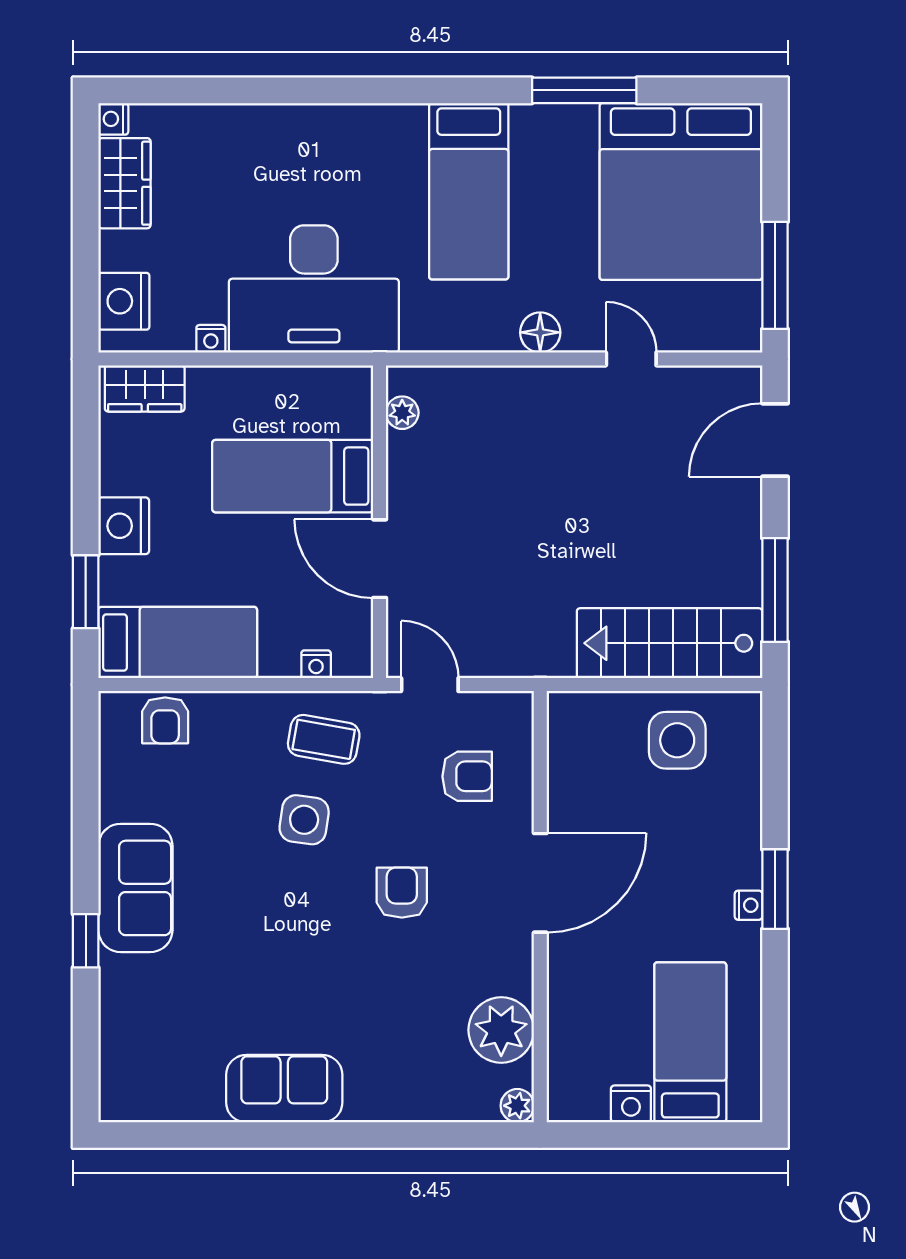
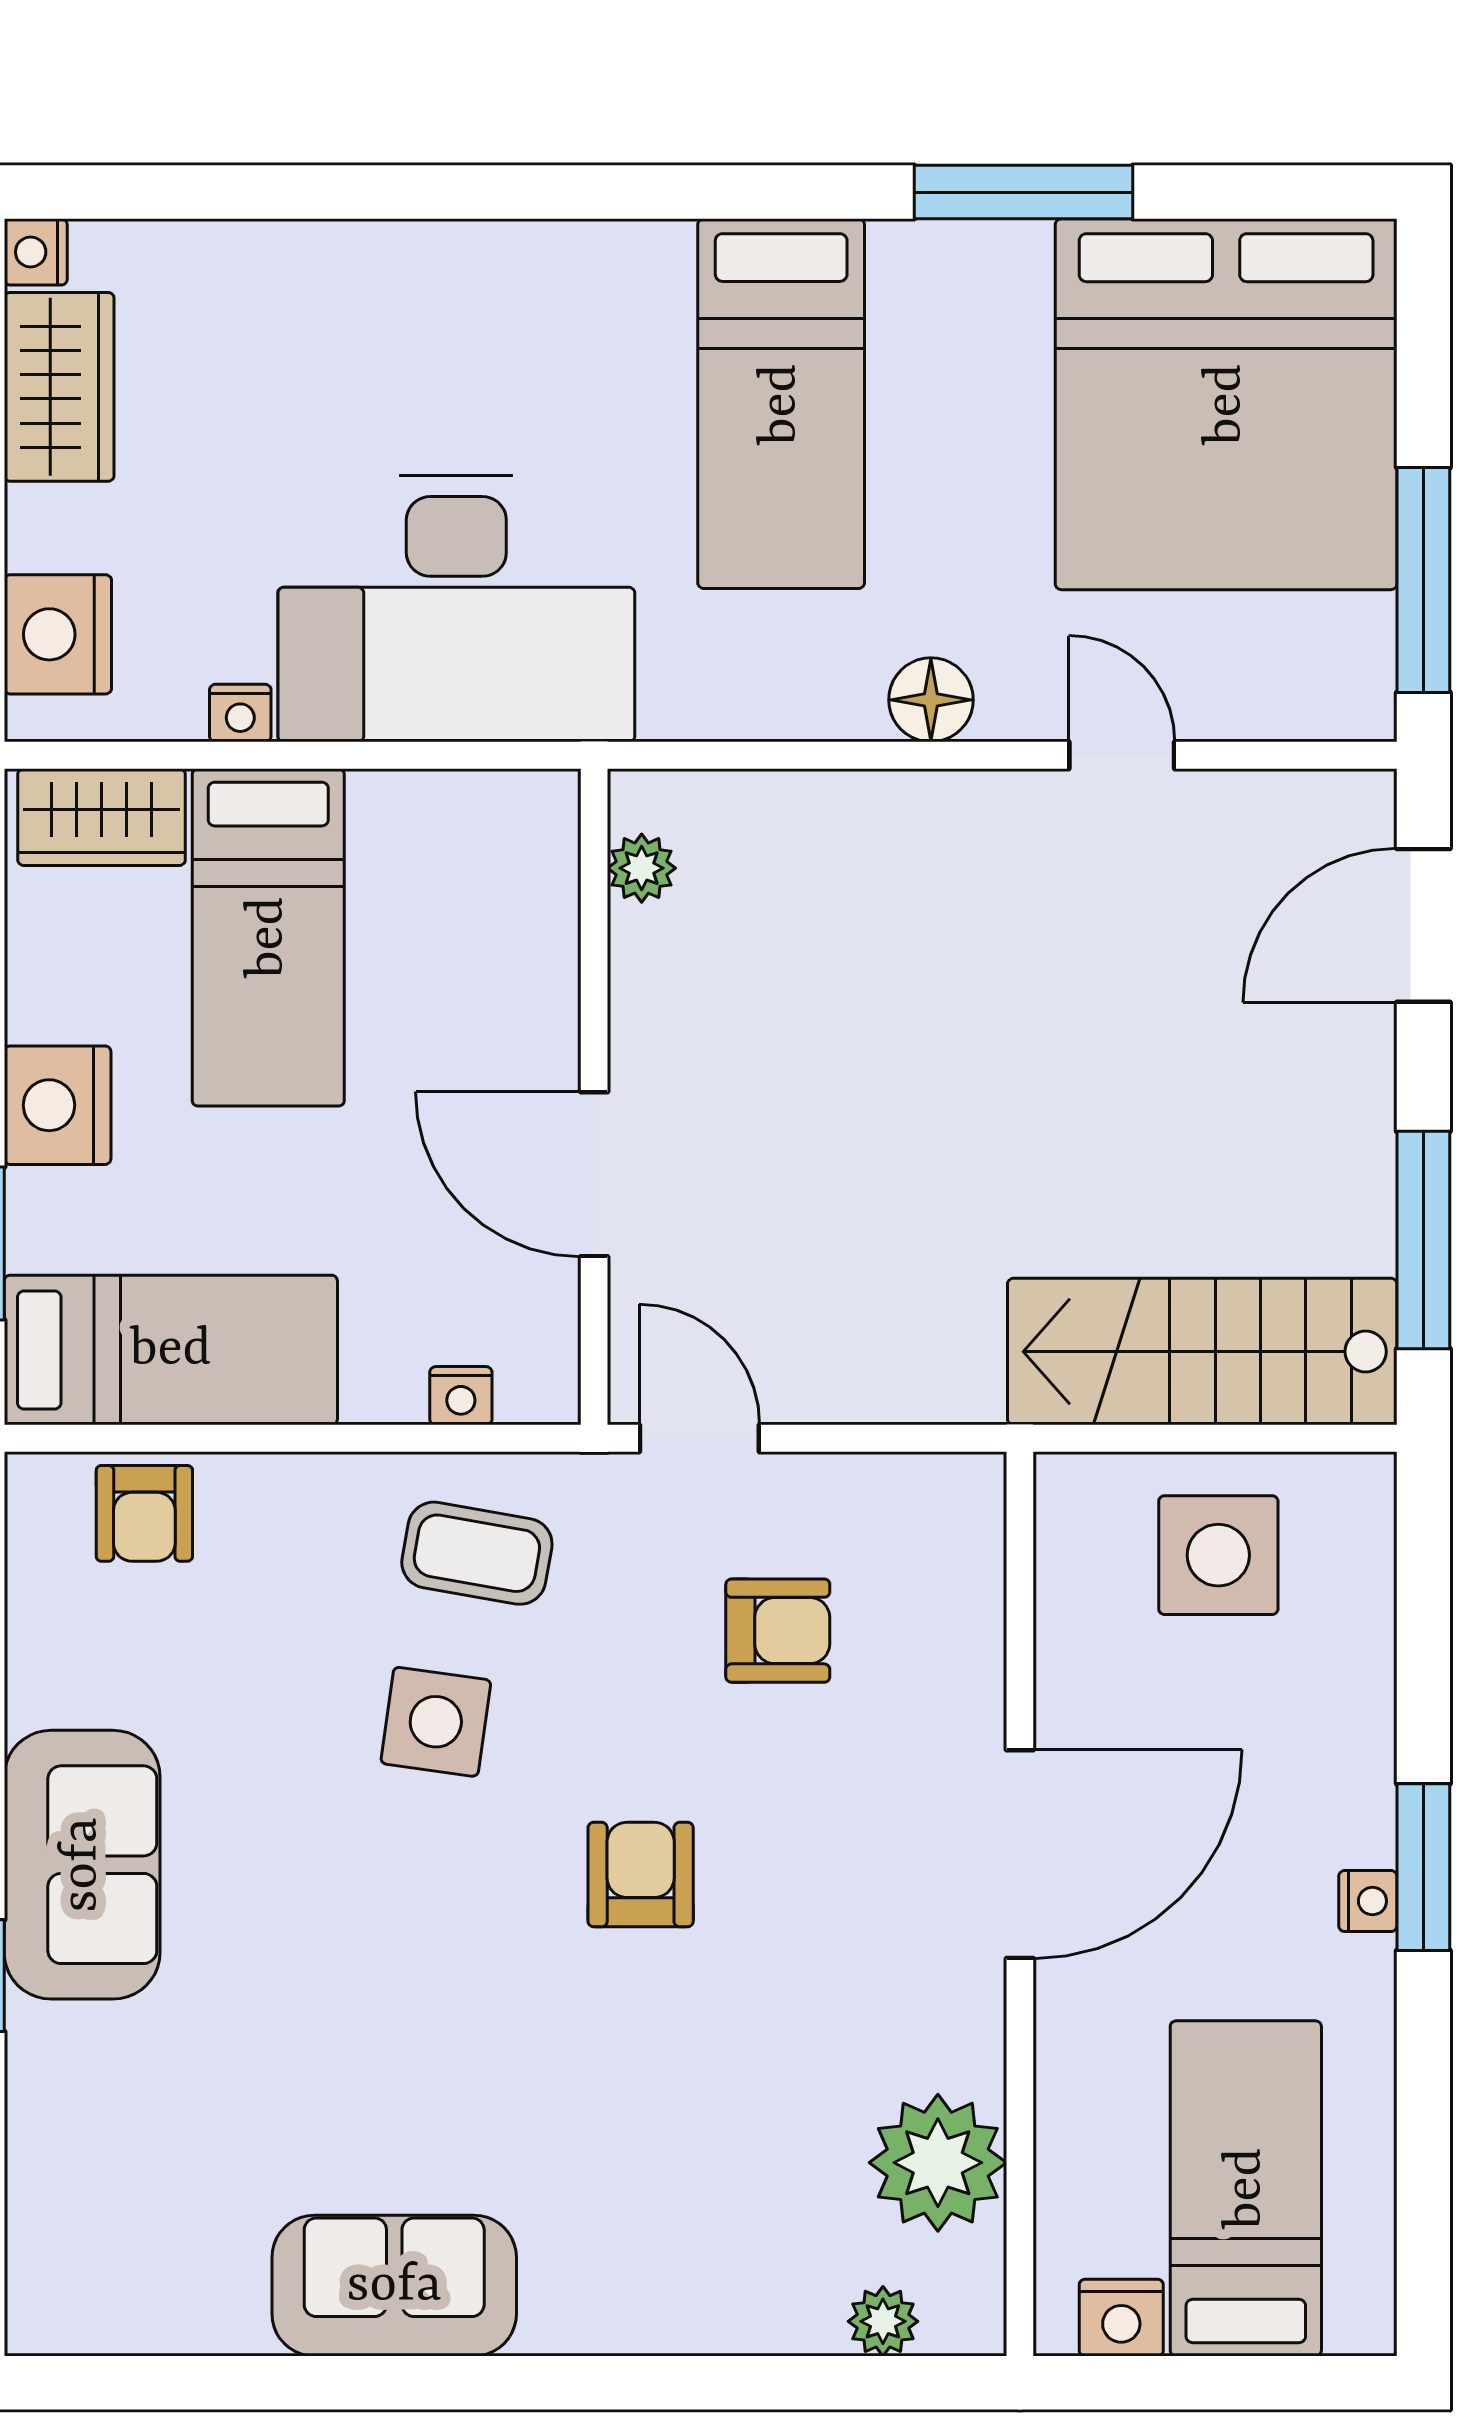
bed: (293, 476) -> (268, 937), moved, turned -90
door: (540, 883) -> (1020, 1854), moved
wall: (540, 907) -> (1020, 1904), moved
plant: (501, 1030) -> (938, 2163), moved

